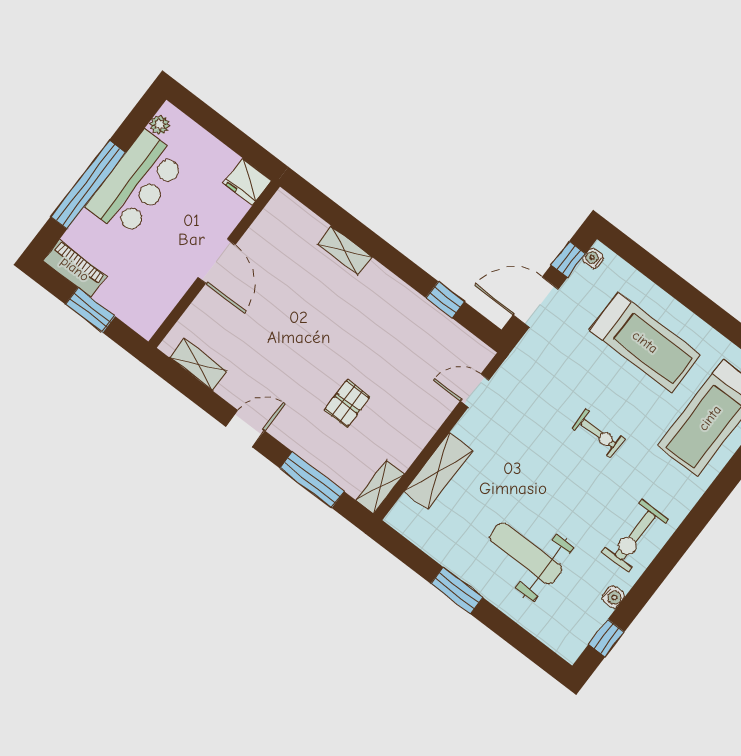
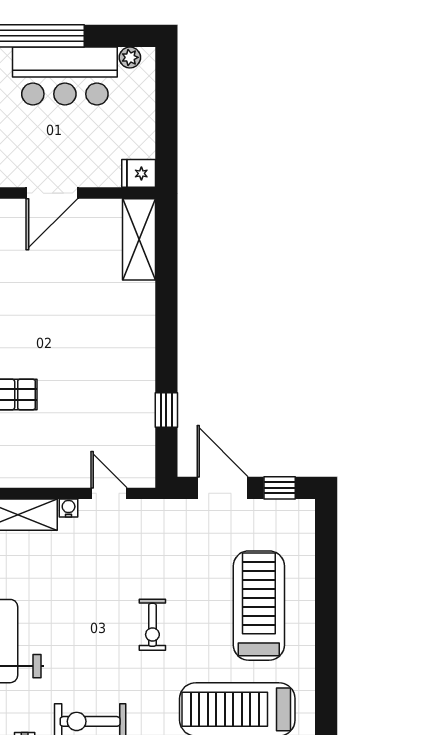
fridge: (248, 182) -> (139, 173), width x0.72
shelving: (345, 251) -> (139, 239), moved, width x1.50, depth x1.33
water cooler: (593, 258) -> (69, 508), moved
treadmill: (645, 342) -> (259, 606), turned 180

